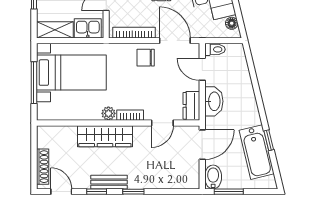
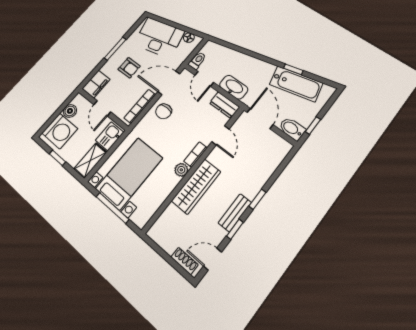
door: (202, 69) -> (204, 79), hinge flipped
shoe rack: (43, 167) -> (185, 261), width x0.70
window: (229, 192) -> (313, 125), width x0.67

